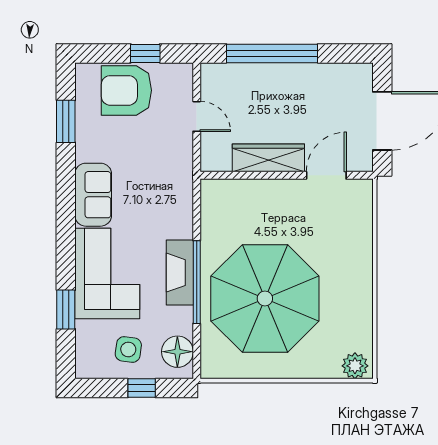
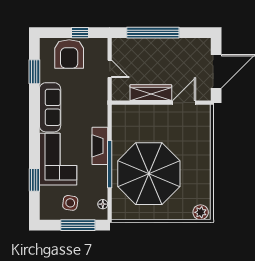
armchair: (126, 90) -> (69, 54), turned -90
sofa: (93, 195) -> (50, 107), width x1.36
fireplace: (180, 273) -> (100, 146), moved
floor lamp: (177, 352) -> (103, 204), width x0.53, depth x0.53
window: (142, 388) -> (78, 225), width x2.17

